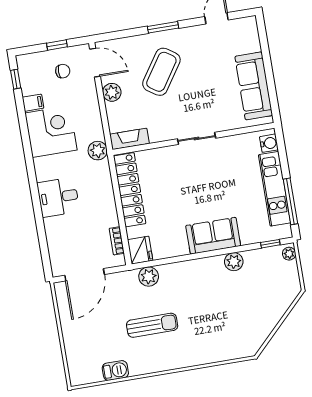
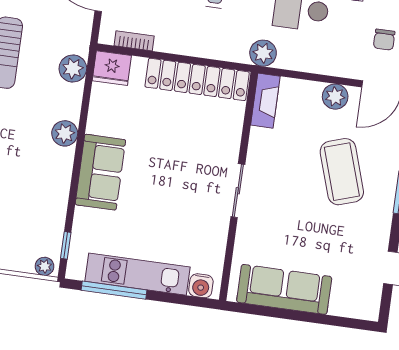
coffee table: (161, 72) -> (342, 172), turned 38
plant: (234, 262) -> (65, 133), moved

